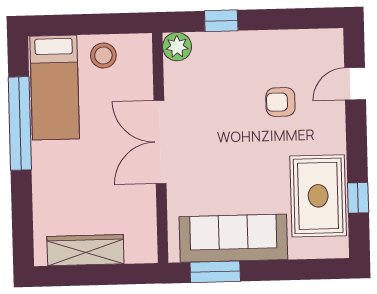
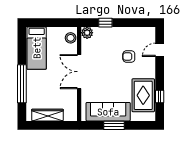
stool: (103, 55) -> (71, 38), moved
window: (20, 123) -> (22, 84), moved
window: (215, 272) -> (114, 125), moved

